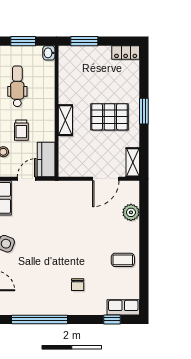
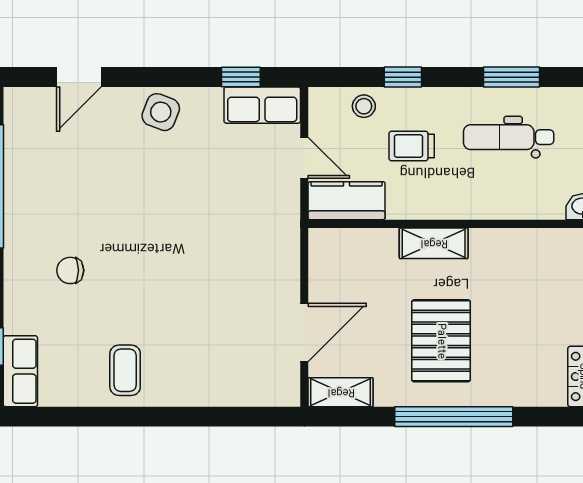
dental chair: (17, 86) -> (509, 137), turned 180
window: (144, 111) -> (454, 417), width x2.11
door: (106, 179) -> (304, 333), swing flipped
plant: (131, 212) -> (230, 388), removed

